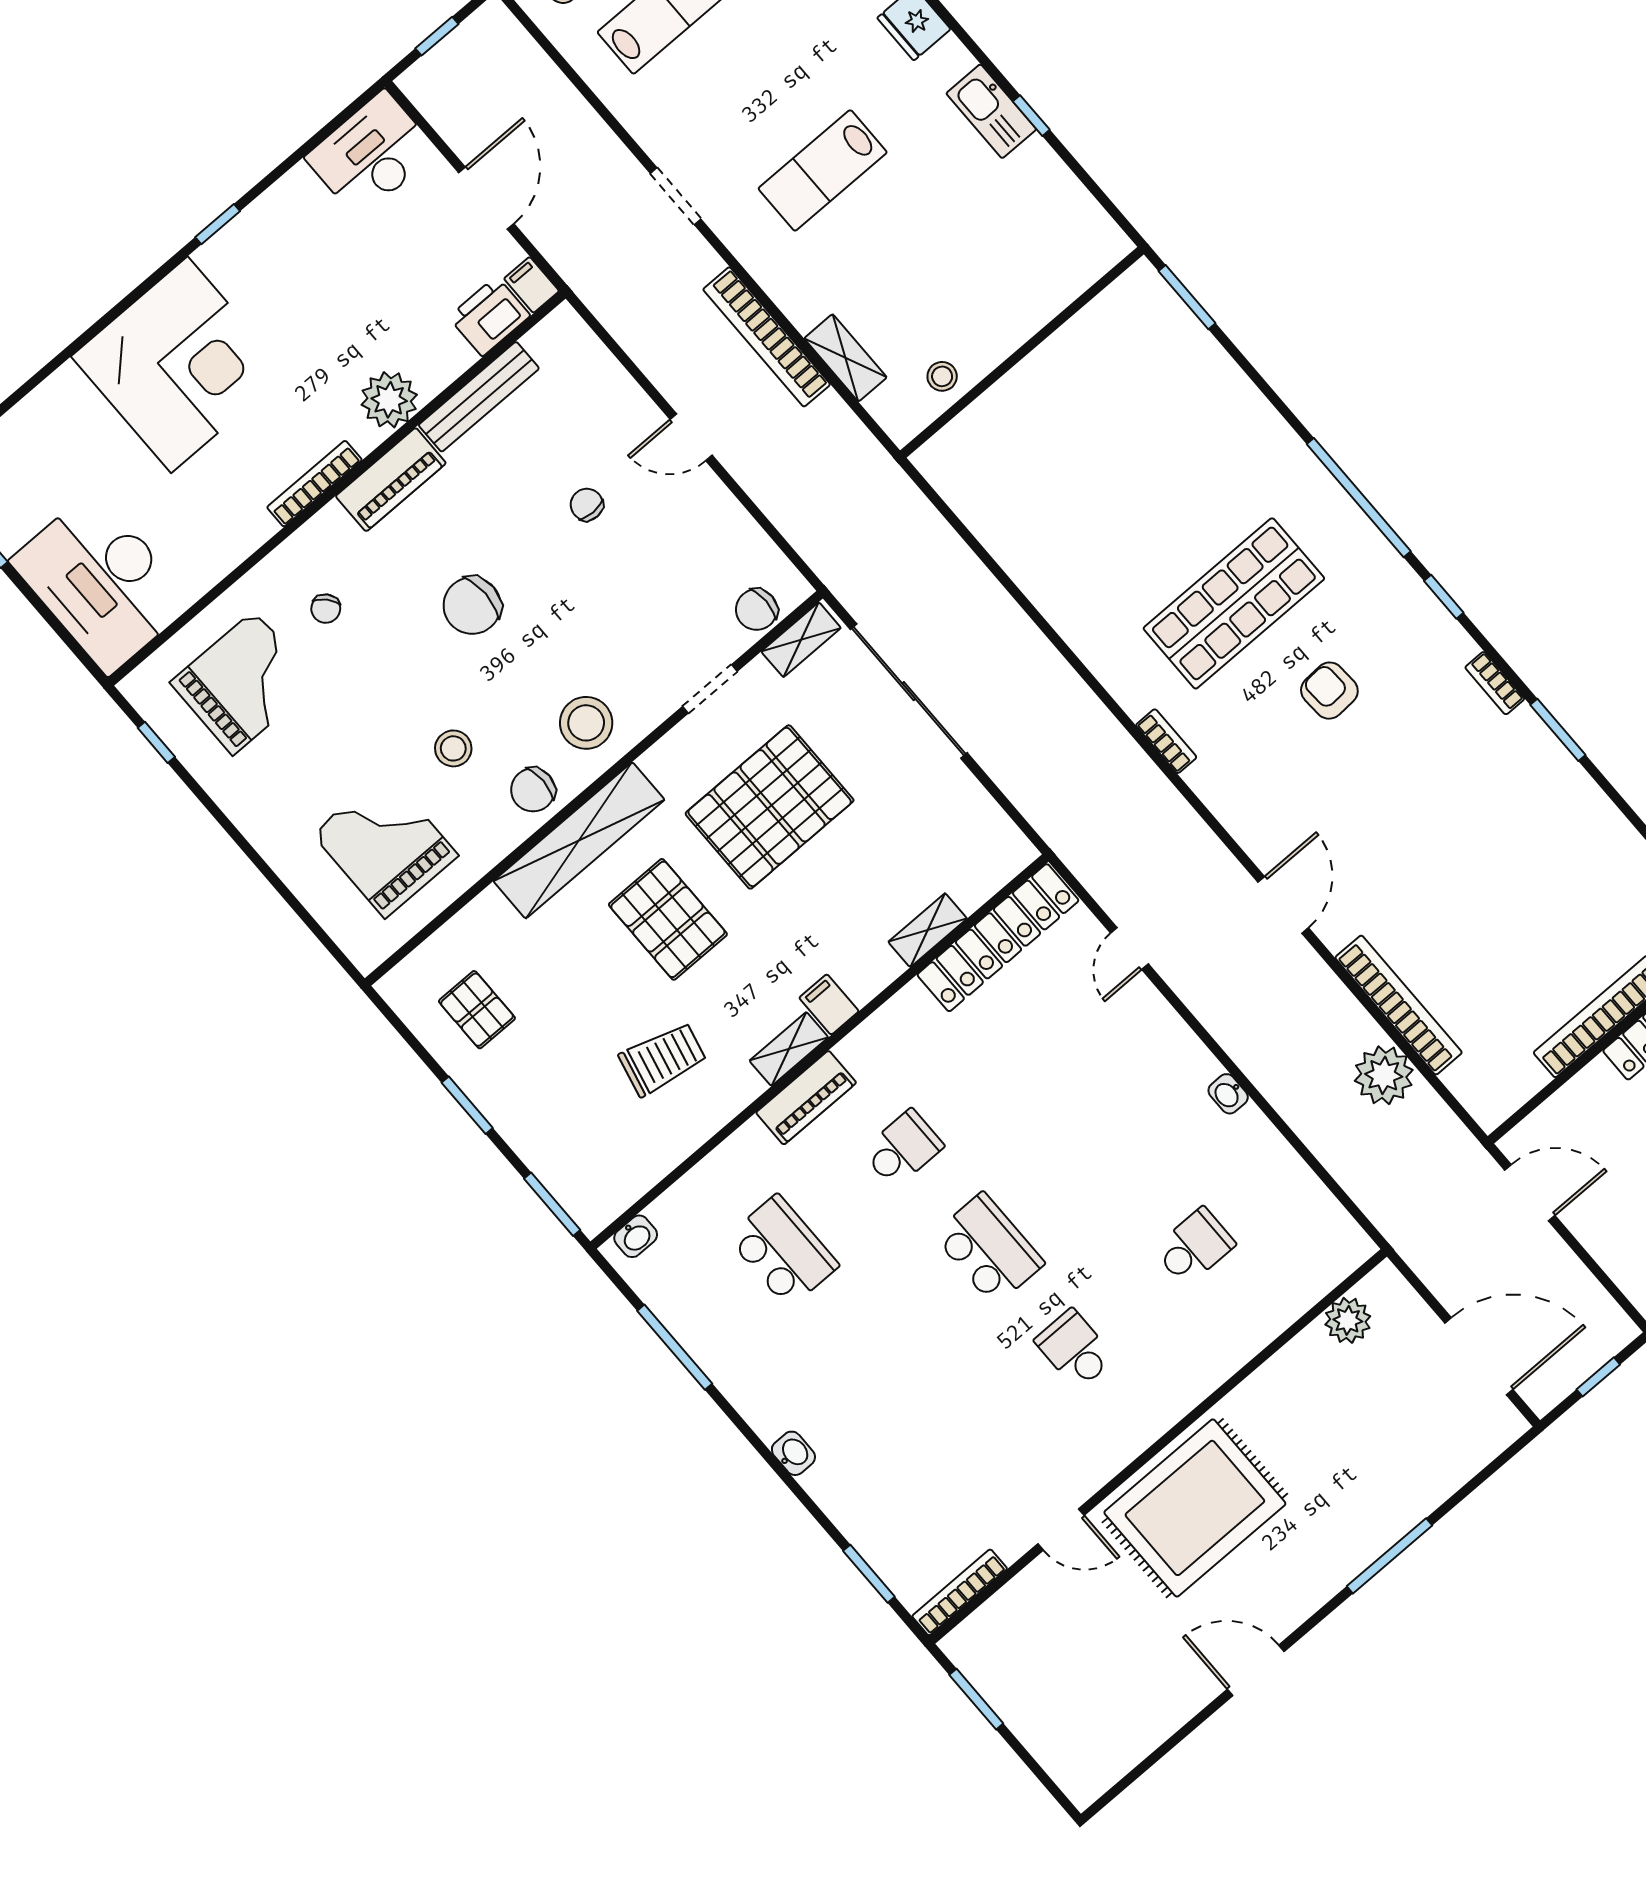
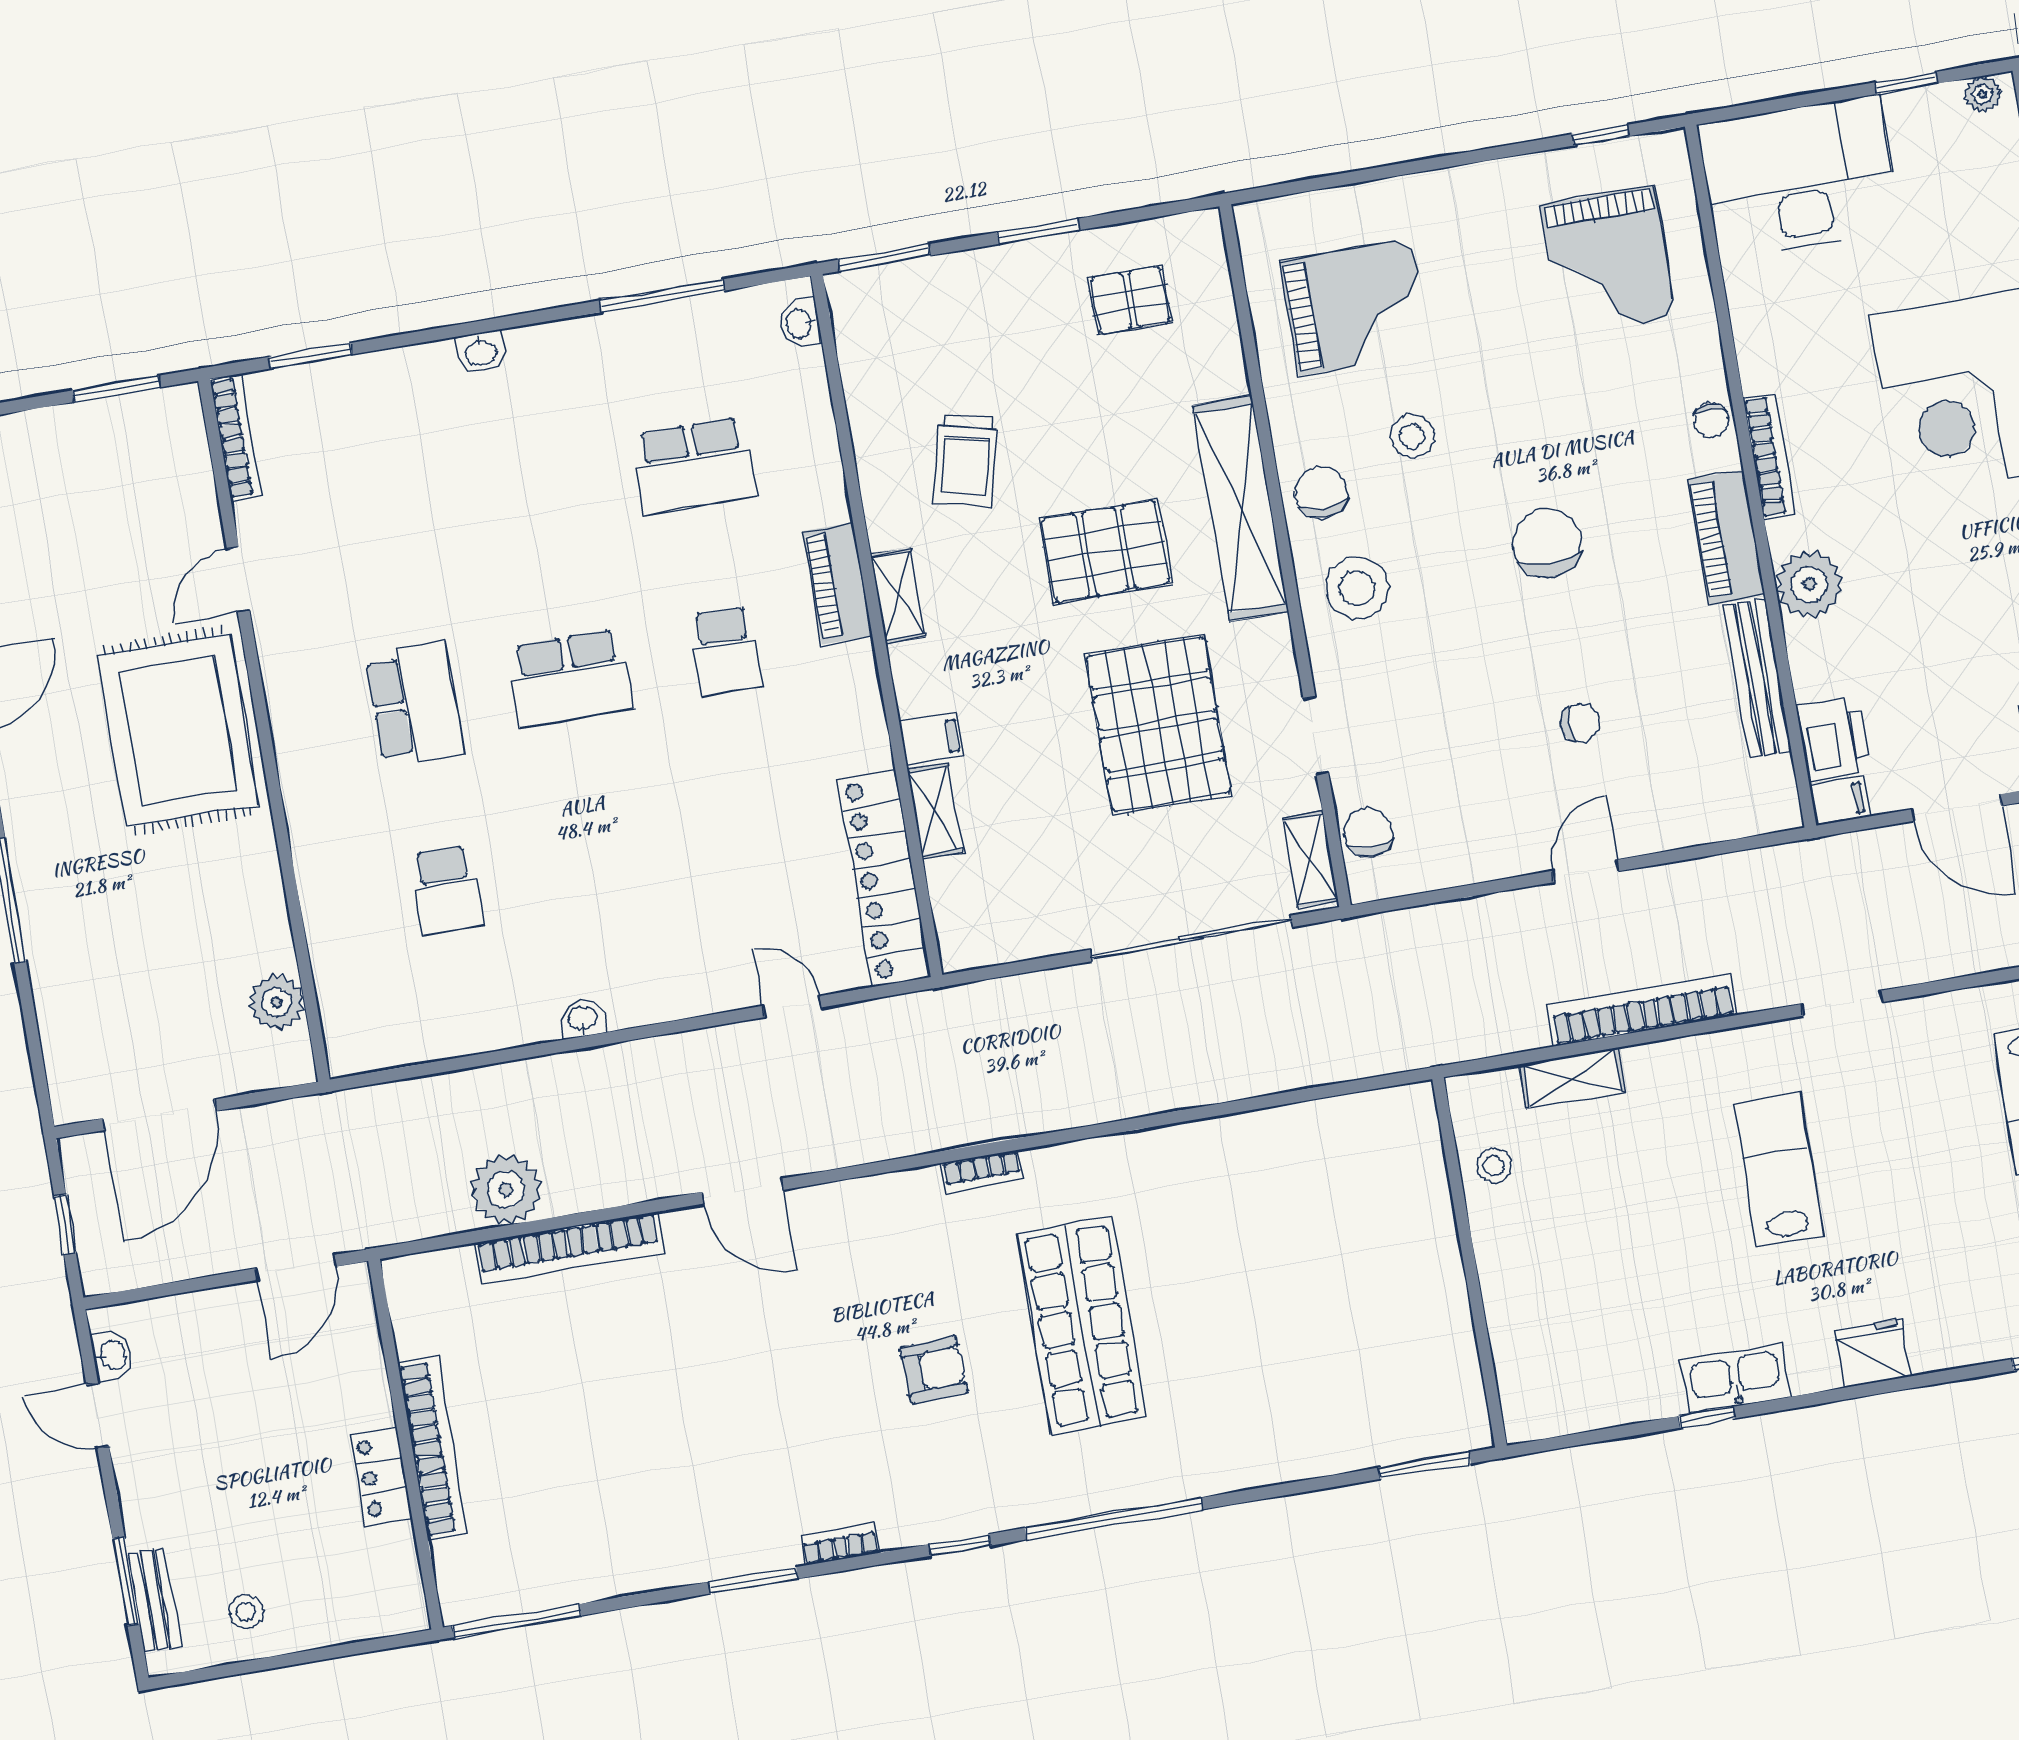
chair: (326, 609) -> (1711, 420), moved, turned -138
filing cabinet: (829, 1004) -> (932, 739), moved
school desk: (1075, 1349) -> (415, 704), width x1.85

